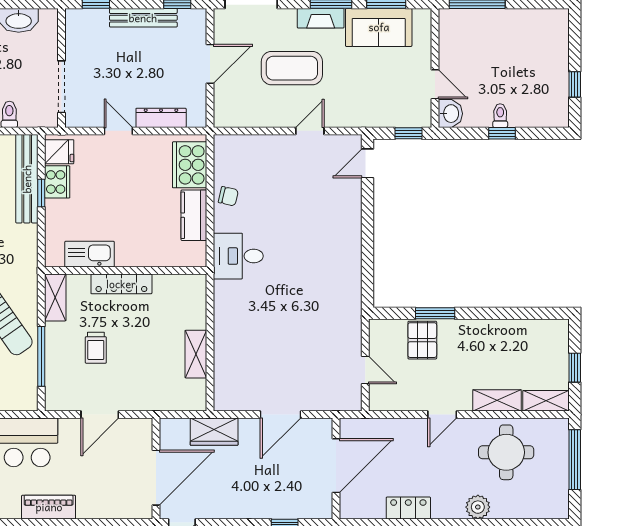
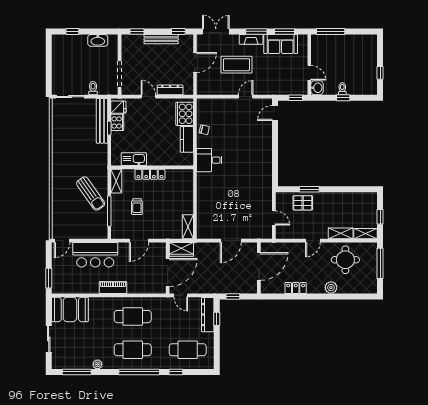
pallet: (422, 340) -> (303, 203), turned 90
shelving: (196, 354) -> (188, 227), moved
wardrobe: (214, 432) -> (181, 249), moved

